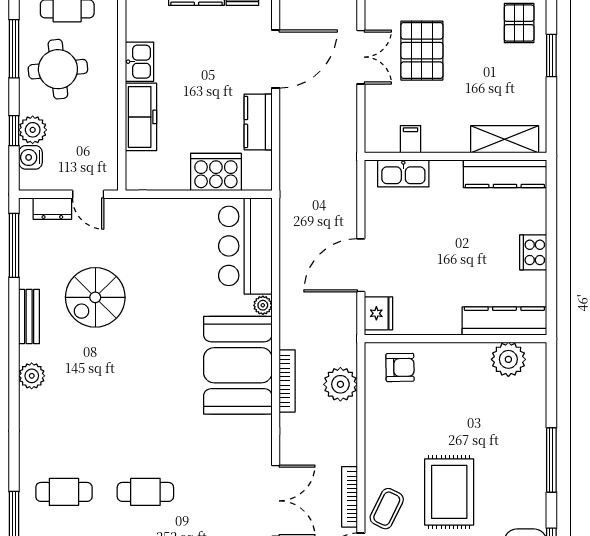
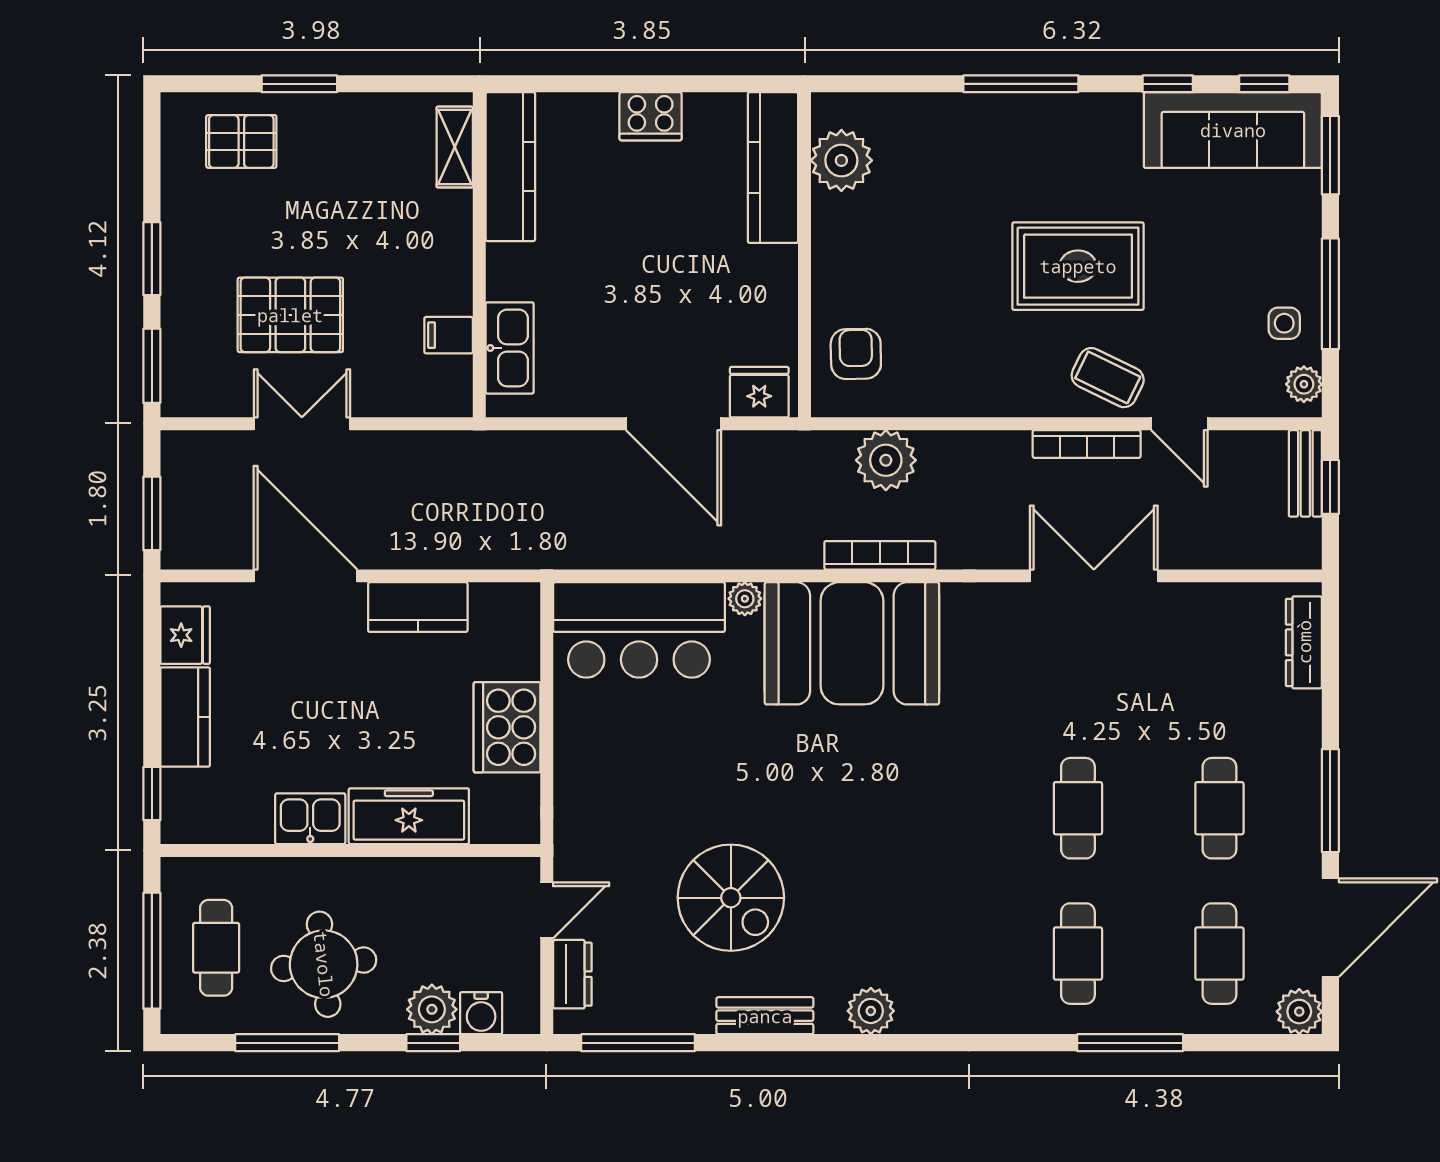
shelving: (505, 139) -> (455, 147), width x0.67, depth x0.75
cooker: (216, 172) -> (507, 727), moved

